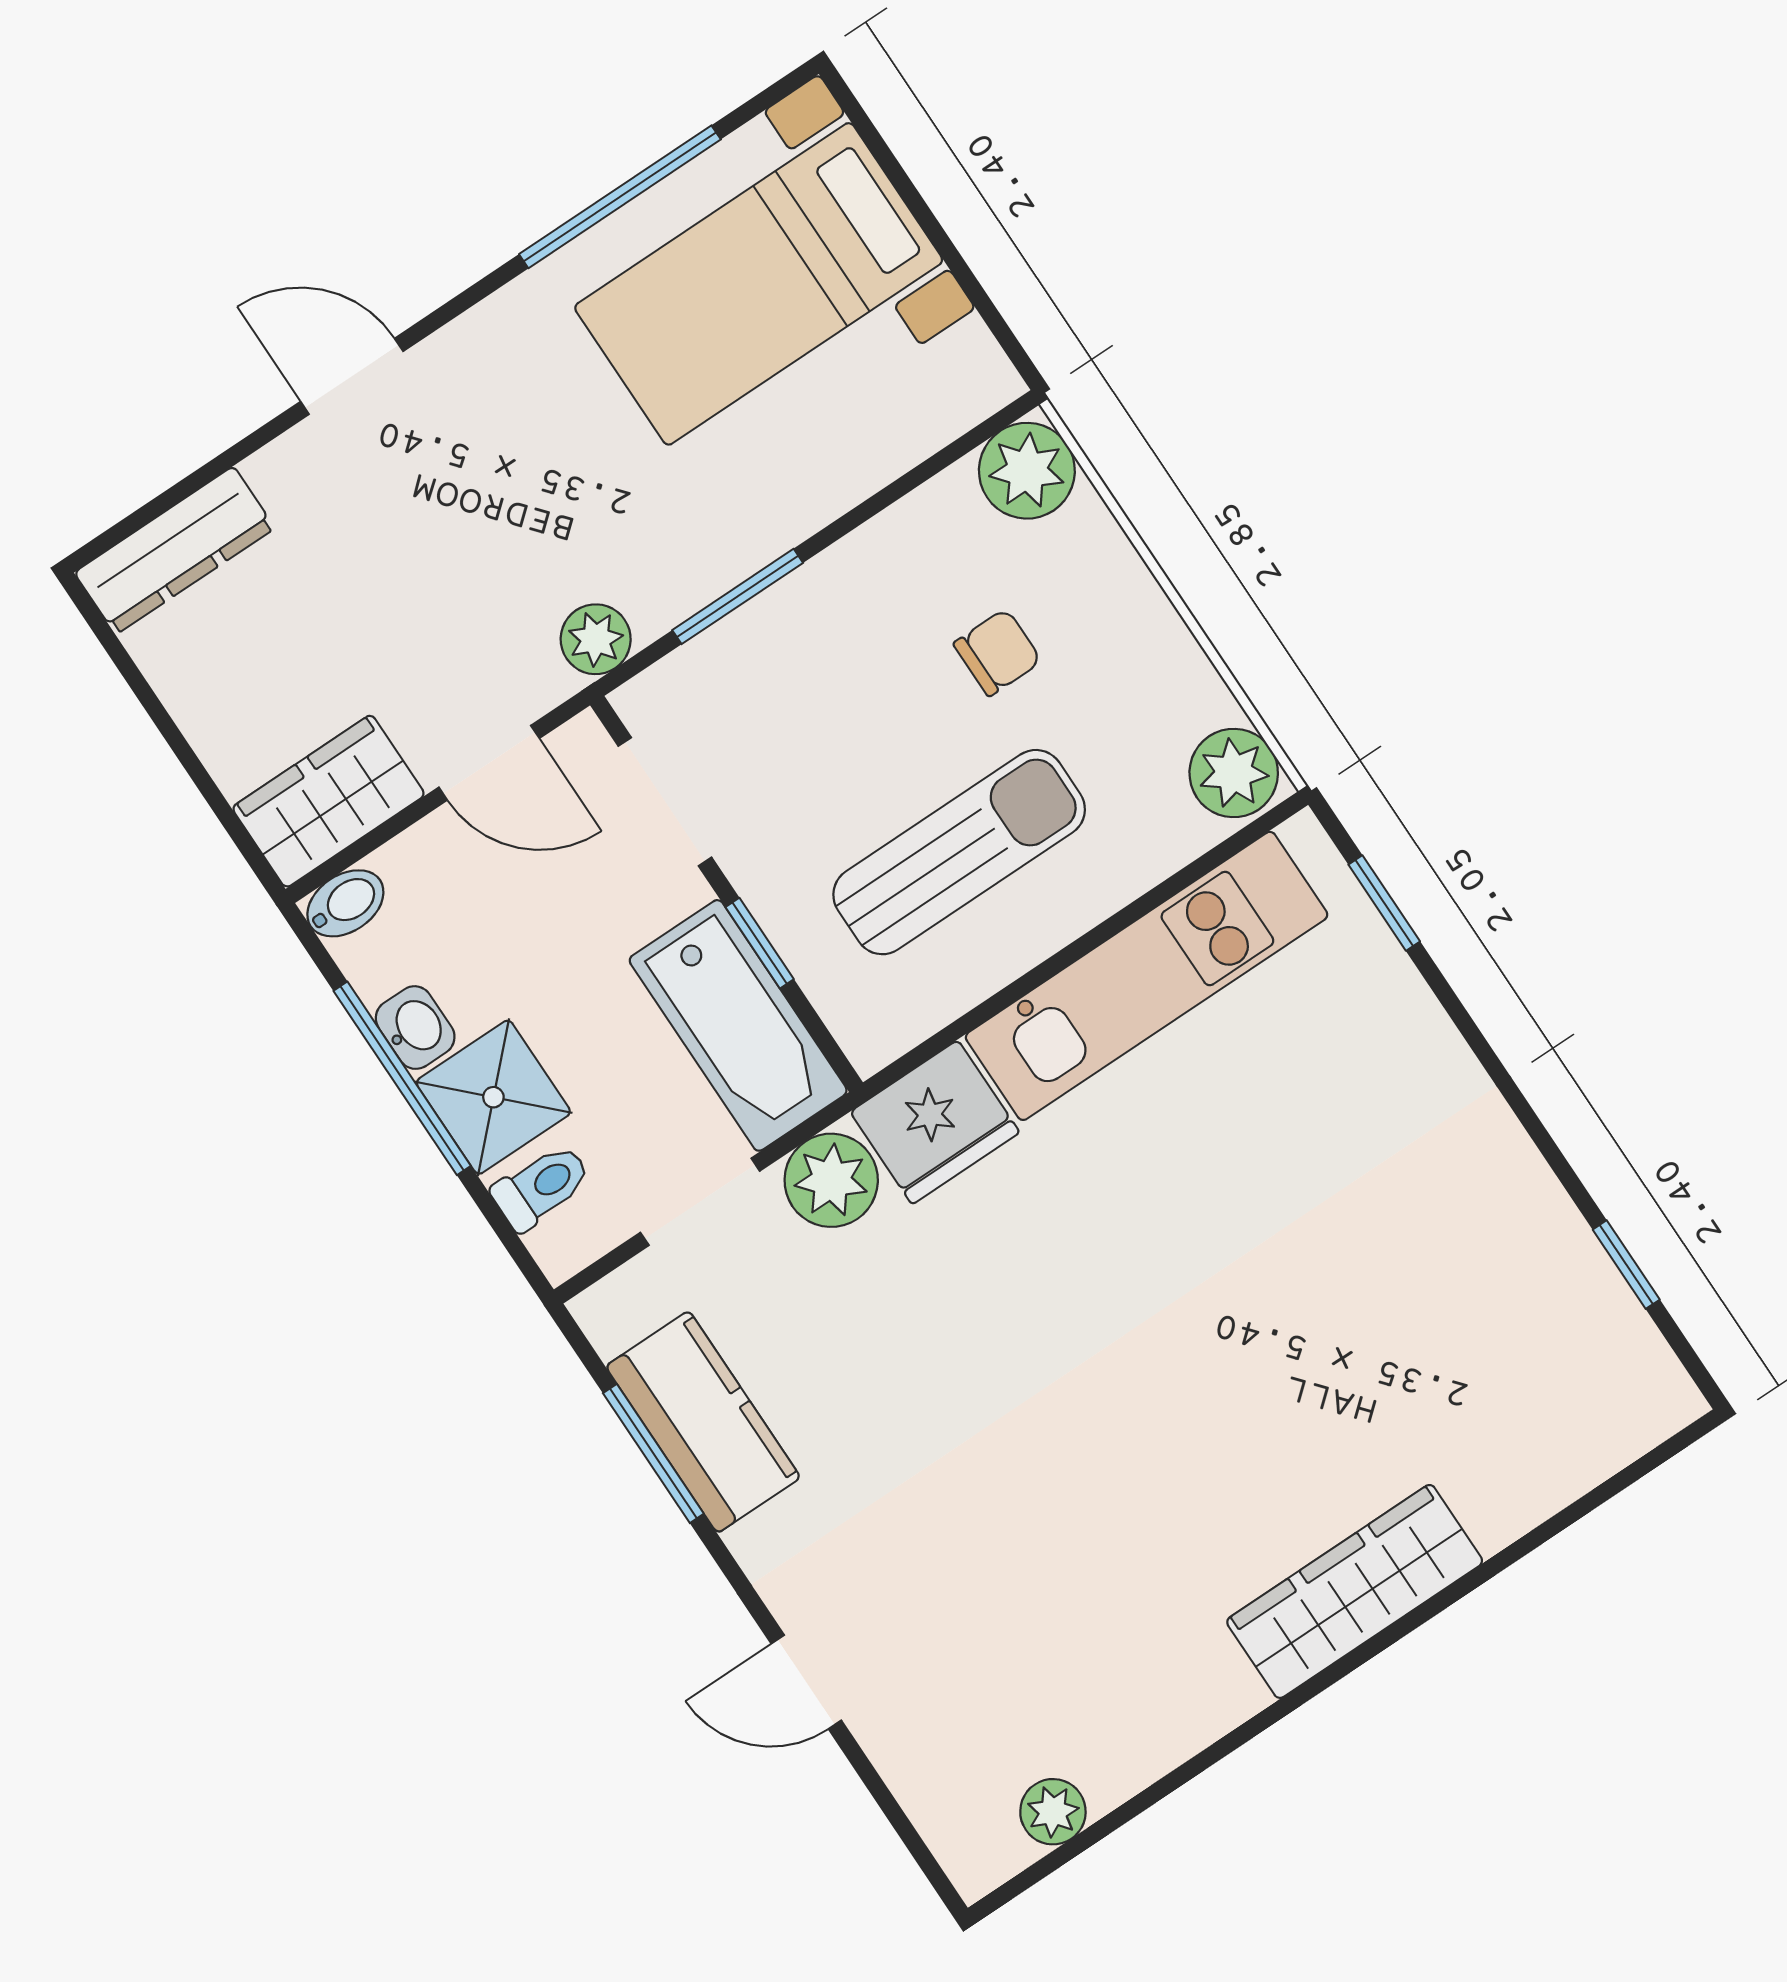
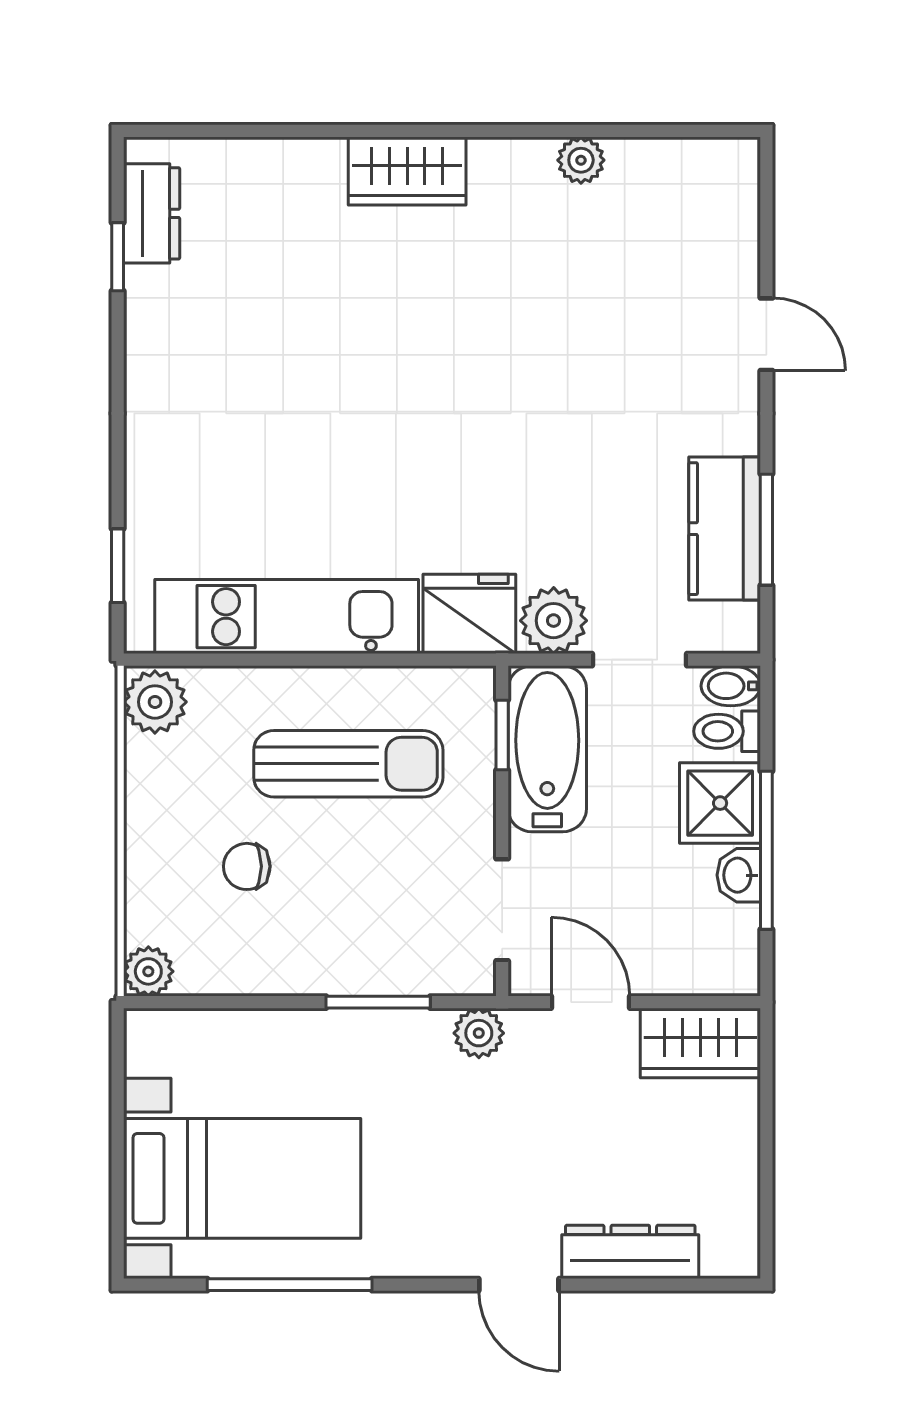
plant: (1027, 471) -> (148, 971), width x0.73, depth x0.73
dresser: (175, 550) -> (630, 1252), moved
sun lounger: (959, 852) -> (348, 764), turned 180
bidet: (345, 903) -> (731, 686), moved
window: (760, 943) -> (502, 735), moved
dresser: (1620, 1342) -> (152, 213), added
wardrobe: (1355, 1591) -> (407, 171), width x0.67
plant: (1053, 1812) -> (581, 160), moved

